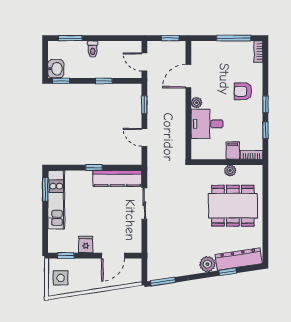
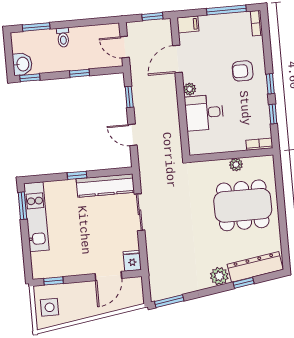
filing cabinet: (233, 150) -> (188, 24), moved, turned 90
fridge: (86, 244) -> (132, 261), moved

